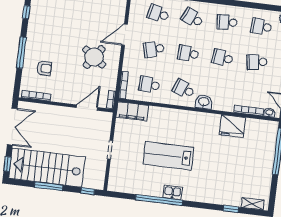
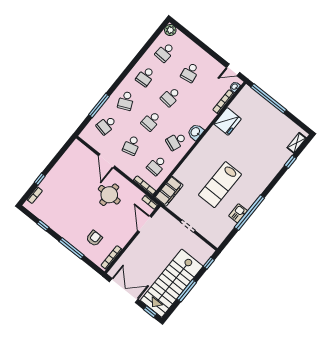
school desk: (193, 18) -> (126, 101), turned -48
round table: (94, 57) -> (109, 195), turned -36
kitchen sink: (173, 192) -> (238, 213), moved

